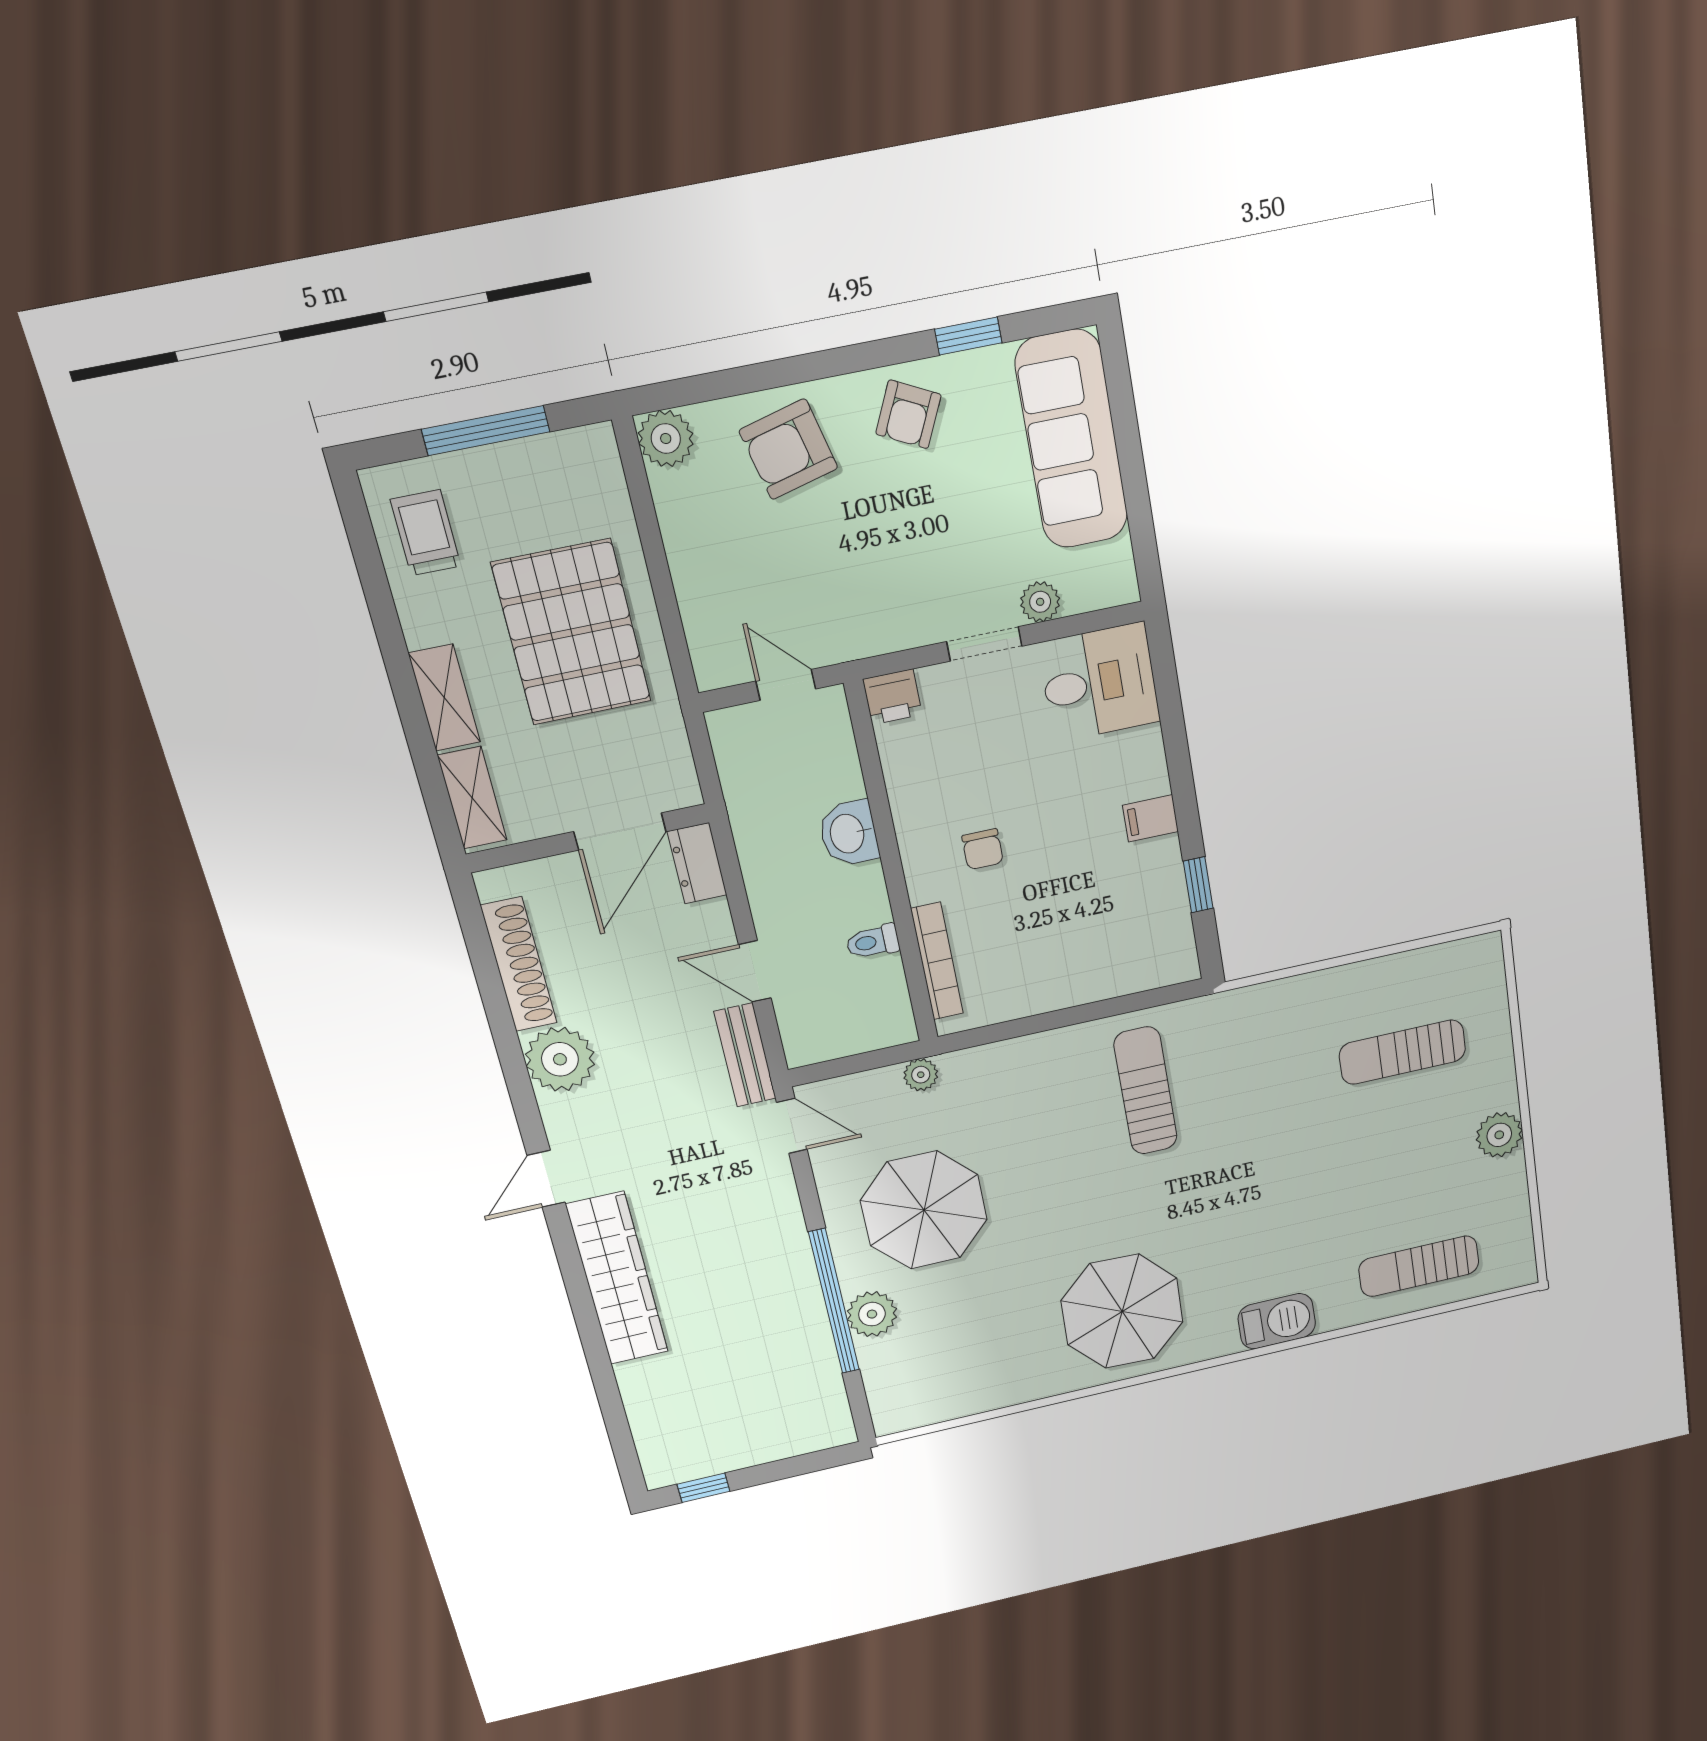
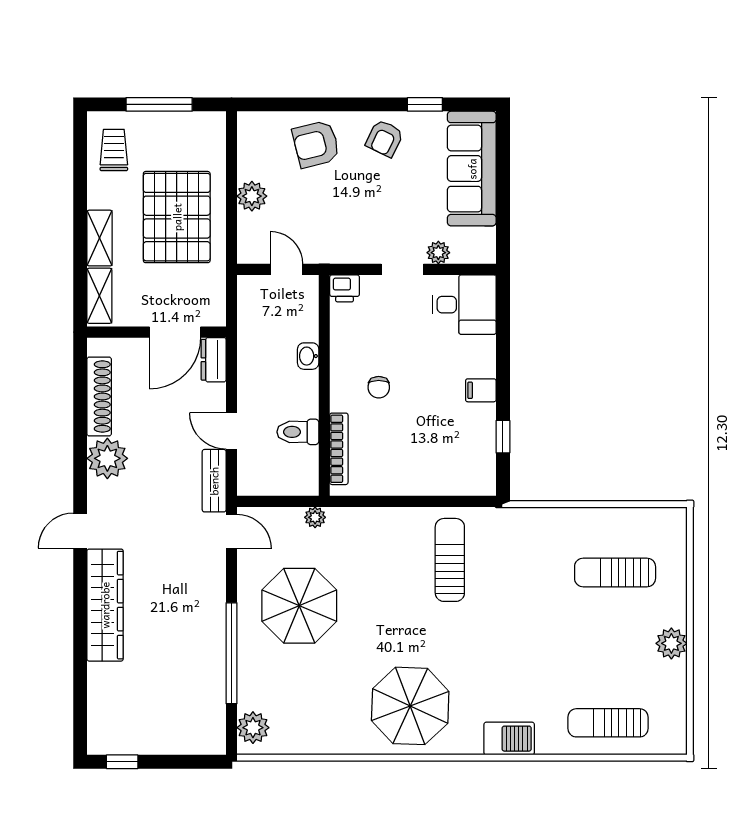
plant: (666, 439) -> (252, 196), moved
washbasin: (849, 833) -> (308, 356), width x0.72, depth x0.69
toilet: (873, 942) -> (298, 432), width x1.37, depth x1.39
plant: (872, 1314) -> (253, 728), moved

